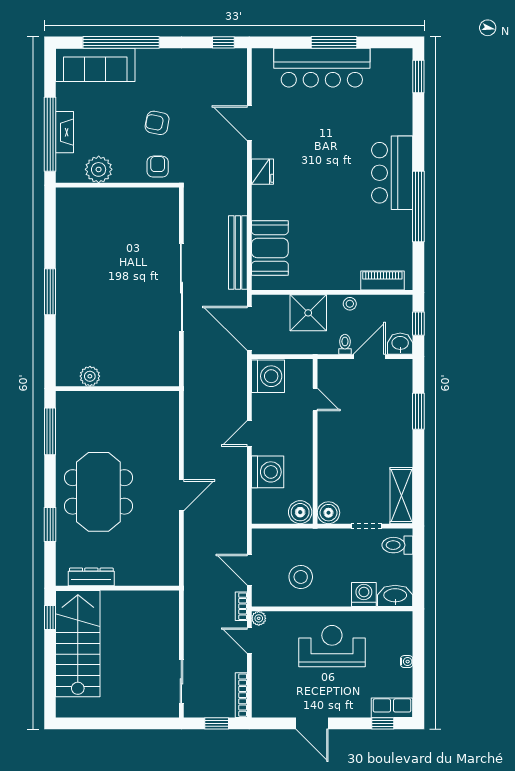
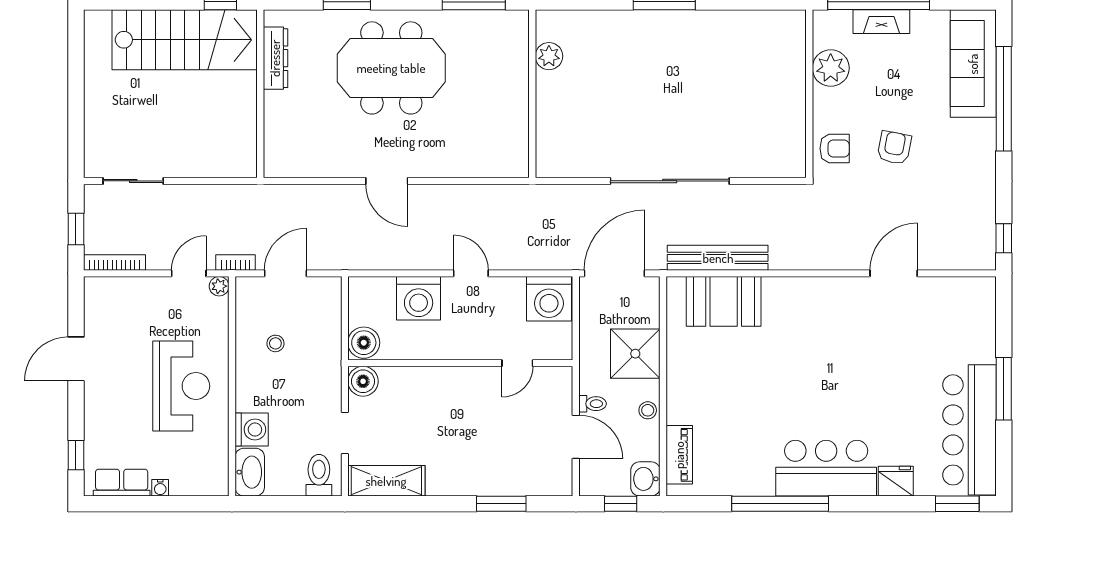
bar counter: (322, 68) -> (969, 430), moved
fridge: (262, 172) -> (896, 481), moved, turned 180
washbasin: (400, 344) -> (645, 479), moved, turned 180
stool: (301, 577) -> (275, 343), width x0.53, depth x0.53
row of seats: (392, 708) -> (122, 483), moved, turned -90

